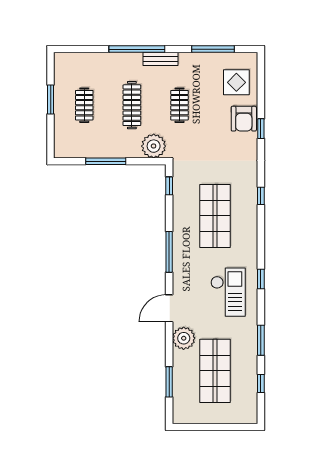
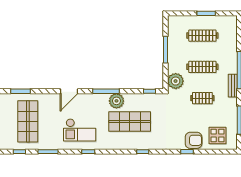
clothes rail: (84, 105) -> (202, 36), width x1.36
armchair: (244, 119) -> (194, 140), turned 180
door: (169, 308) -> (69, 91), swing flipped
plant: (184, 338) -> (116, 101), moved
shop shelf: (215, 371) -> (28, 121), turned 90

